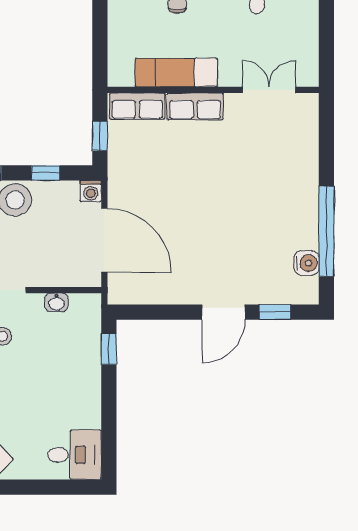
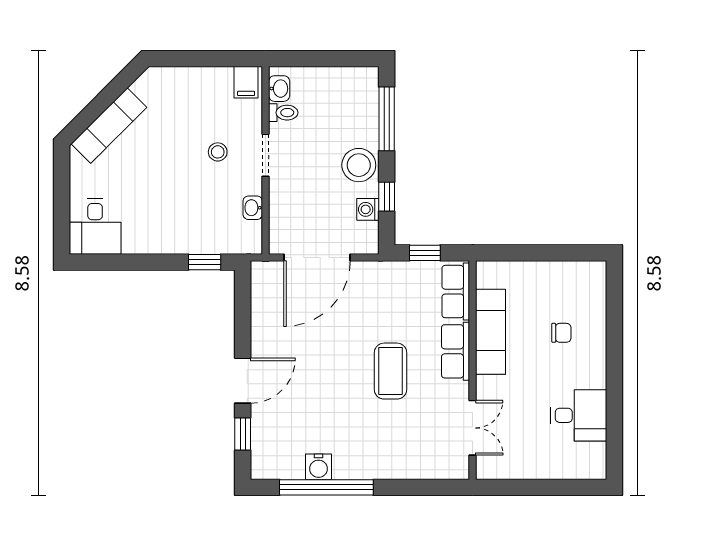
coffee table: (214, 169) -> (391, 371), added
washing machine: (91, 191) -> (368, 209), moved
water cooler: (307, 263) -> (318, 467), moved
door: (223, 312) -> (243, 381), swing flipped

